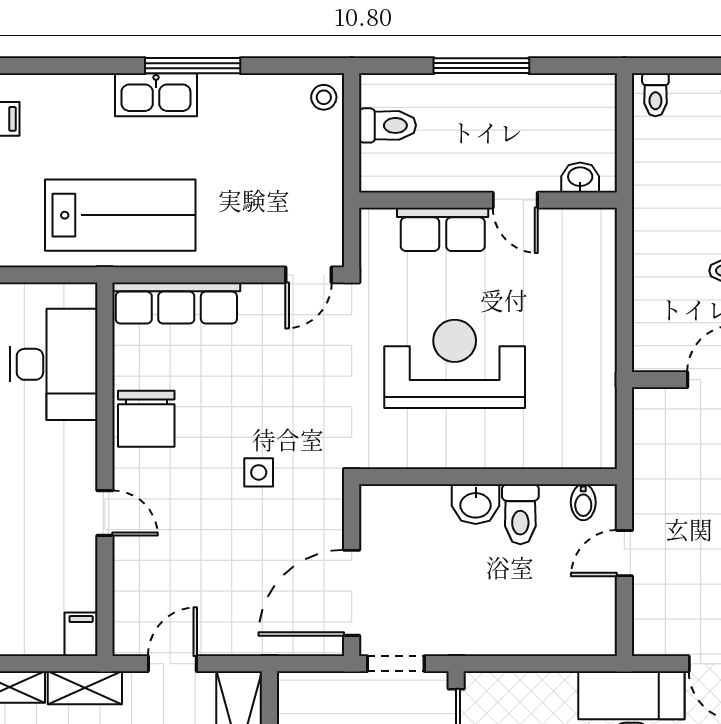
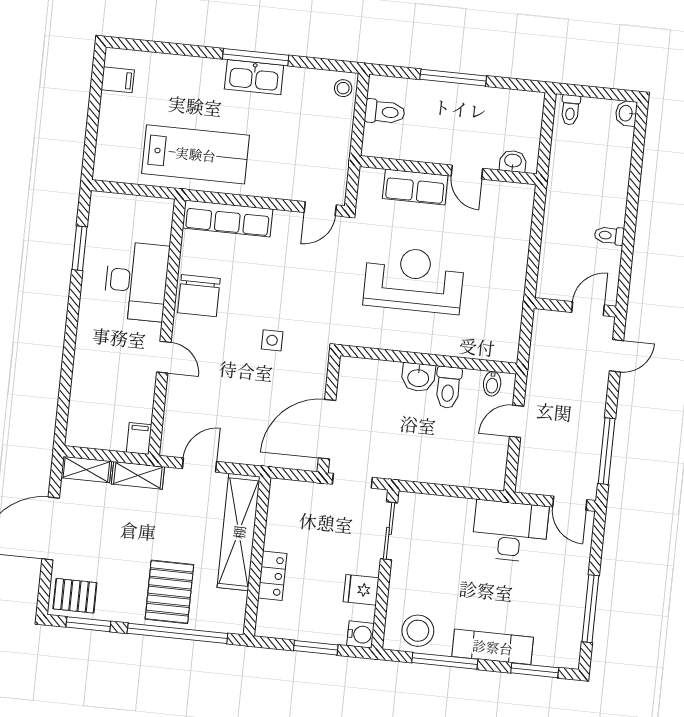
kitchen sink: (156, 95) -> (254, 77), moved
desk: (54, 364) -> (136, 281), moved

